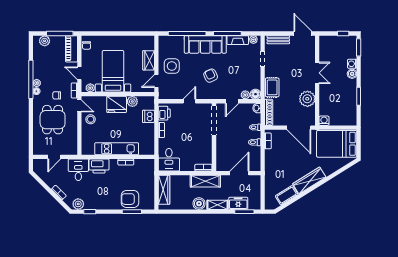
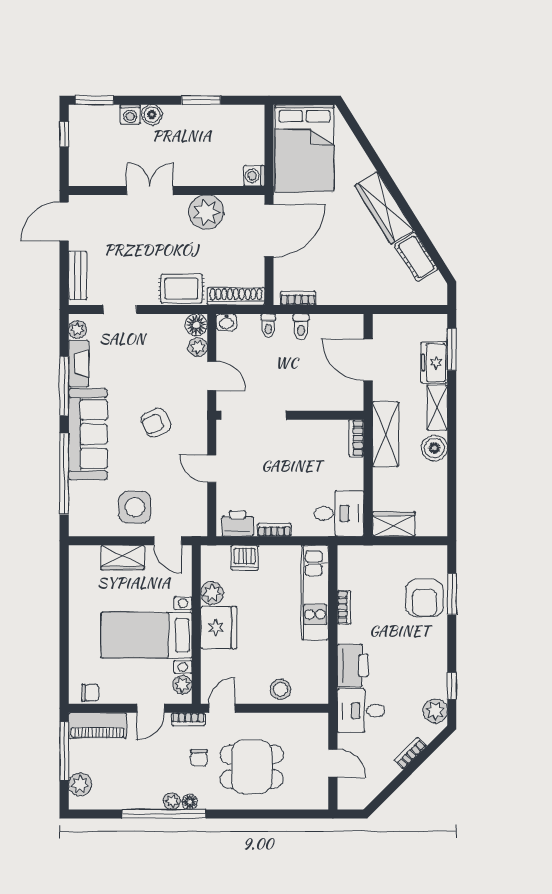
stool: (91, 119) -> (281, 689), moved
kitchen unit: (117, 149) -> (315, 593), moved
wardrobe: (164, 190) -> (394, 524), width x0.67

